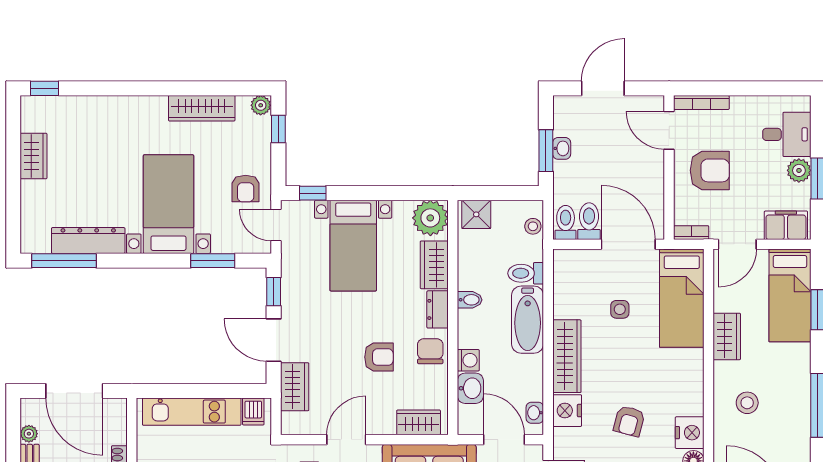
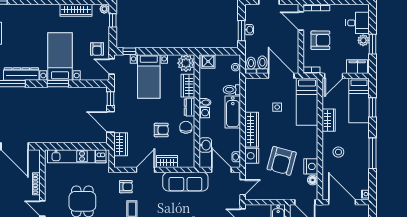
window: (213, 261) -> (58, 84), moved
washing machine: (468, 360) -> (204, 113), moved
armchair: (629, 421) -> (282, 161), width x1.88, depth x1.88
wardrobe: (419, 422) -> (167, 161), moved

